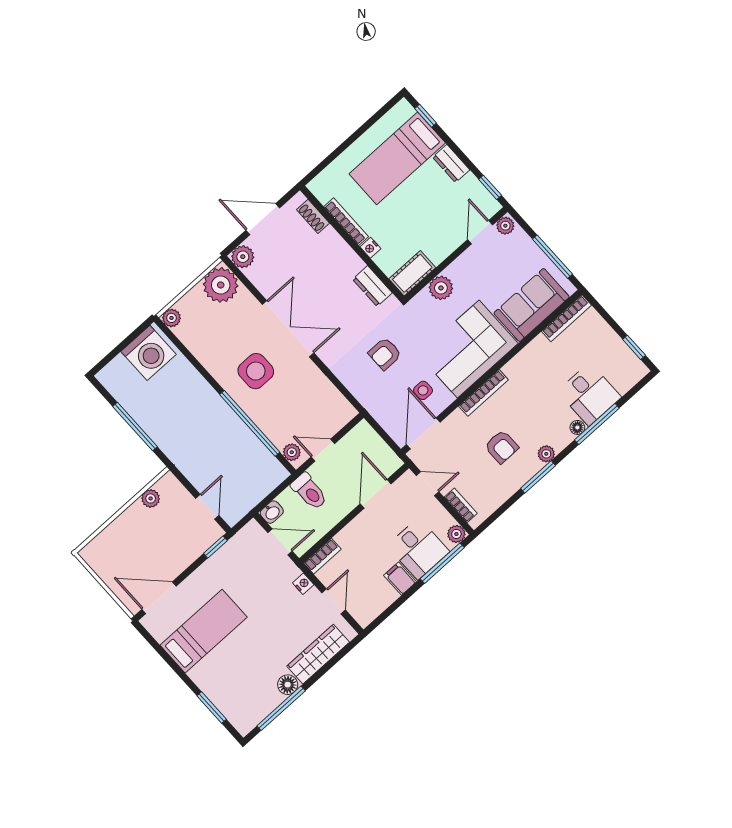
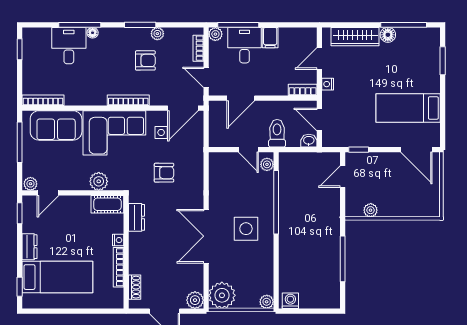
washing machine: (148, 353) -> (290, 301), width x0.53, depth x0.53
armchair: (502, 447) -> (145, 60), turned 90
plant: (546, 454) -> (157, 34), moved

